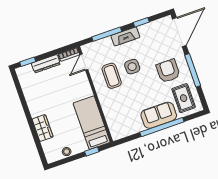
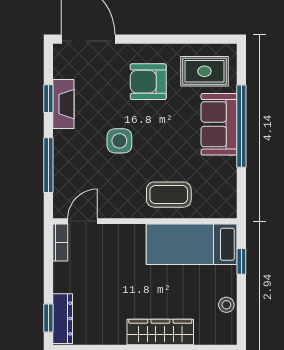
fireplace: (125, 36) -> (63, 104), moved
door: (84, 62) -> (83, 221), swing flipped
dresser: (46, 64) -> (63, 319), moved
window: (193, 70) -> (162, 39), removed
coffee table: (112, 76) -> (169, 195), moved
wardrobe: (43, 128) -> (160, 332), width x1.50

